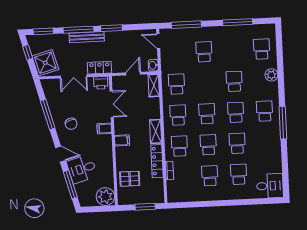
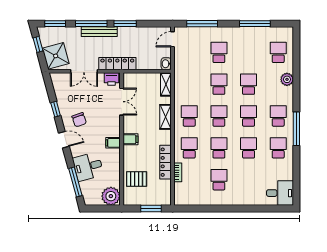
door: (158, 41) -> (173, 39), hinge flipped
locker: (99, 68) -> (117, 64), width x1.53
door: (133, 74) -> (145, 71), removed
school desk: (177, 84) -> (219, 84), moved
window: (48, 115) -> (56, 109), width x0.46
filing cabinet: (104, 129) -> (113, 143), moved
shelving: (156, 131) -> (165, 117), moved
door: (60, 154) -> (64, 140), moved
school desk: (239, 174) -> (278, 148), moved

